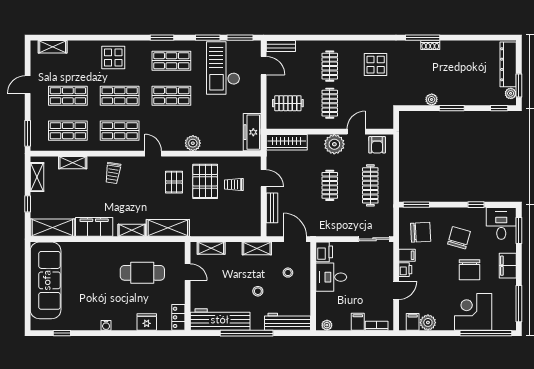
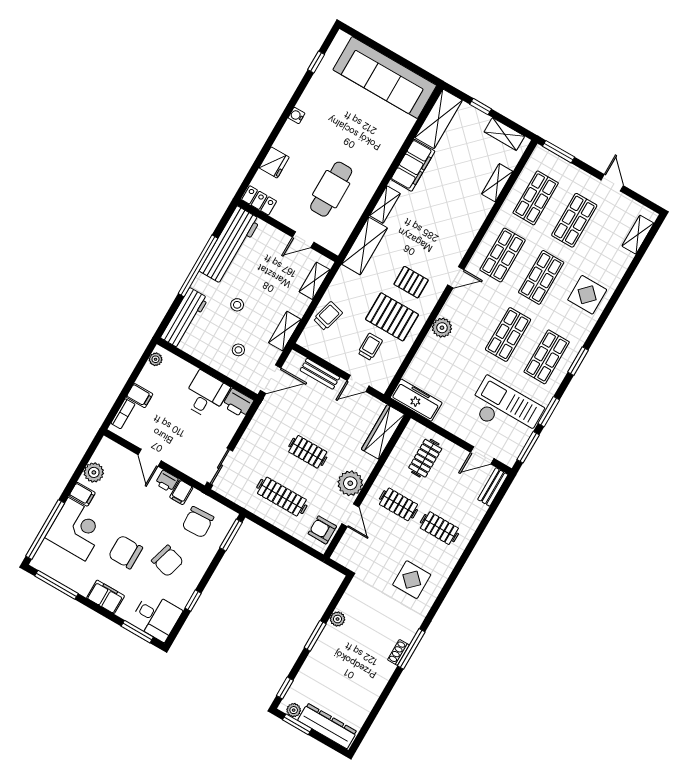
trolley: (113, 173) -> (328, 316), moved, turned 96
filing cabinet: (413, 322) -> (82, 494), moved

